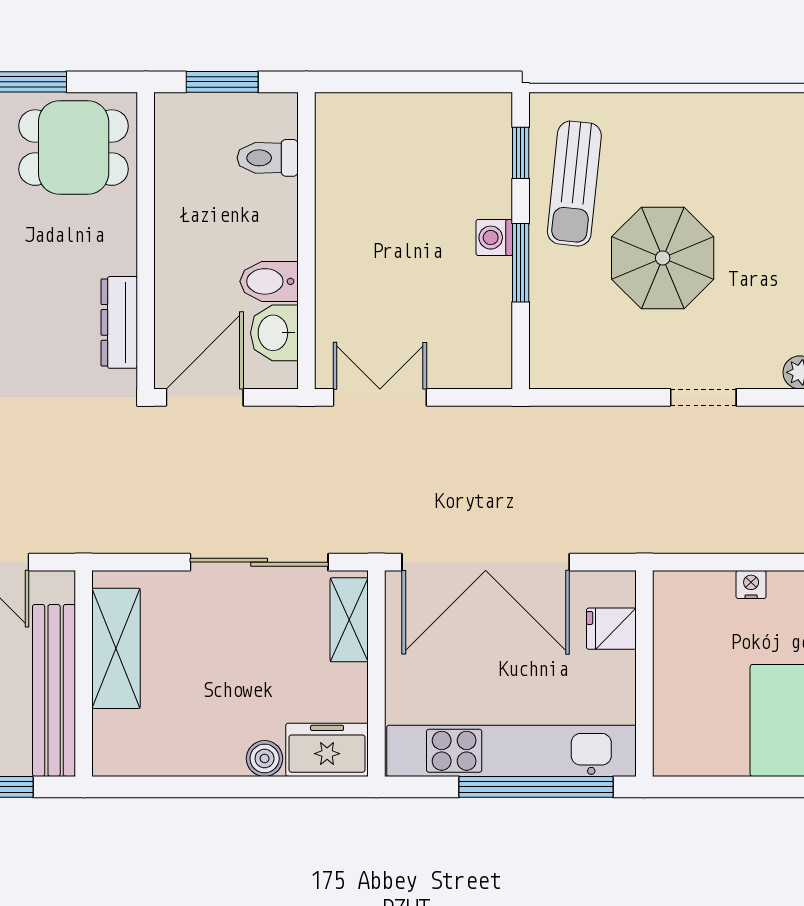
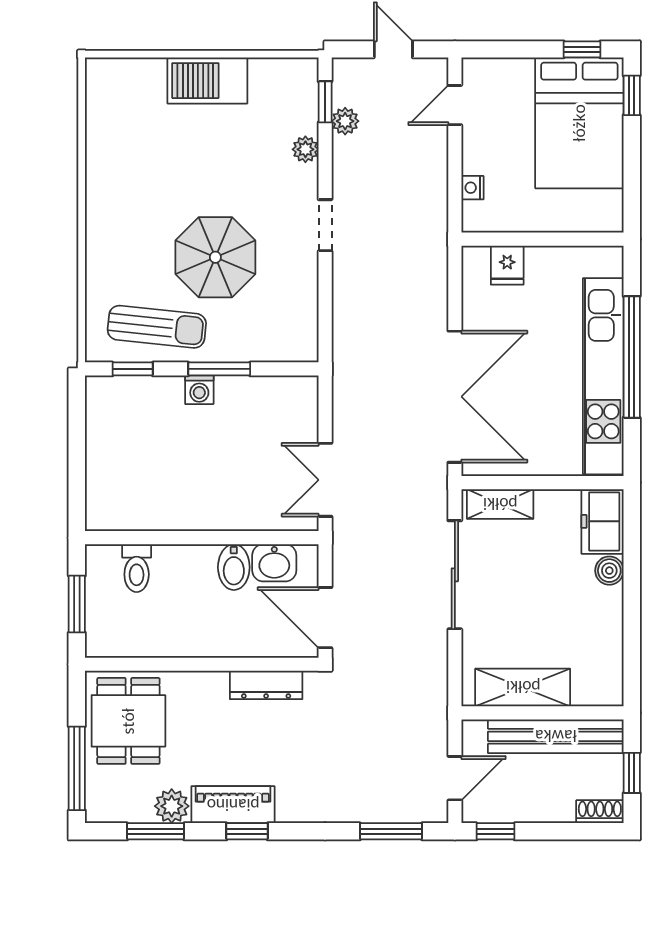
fridge: (611, 629) -> (507, 265), moved
wall: (644, 673) -> (542, 239), moved

